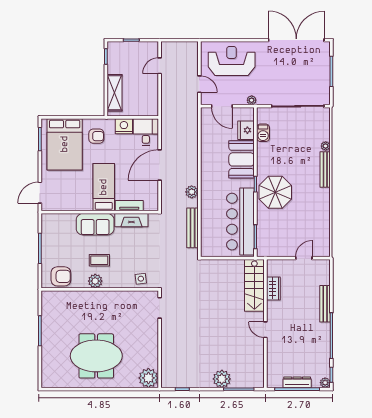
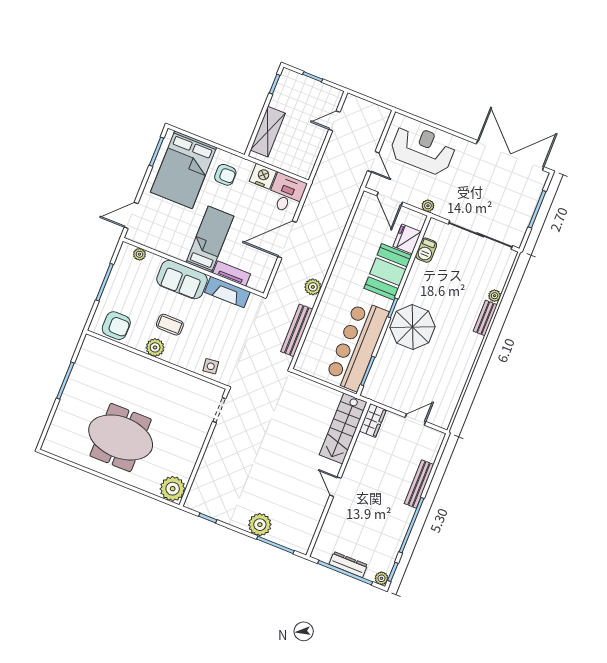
bench: (325, 170) -> (485, 318), width x0.73
plant: (57, 218) -> (139, 254), added
wardrobe: (273, 288) -> (373, 420), moved

